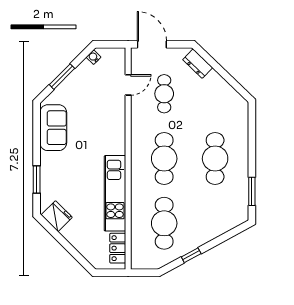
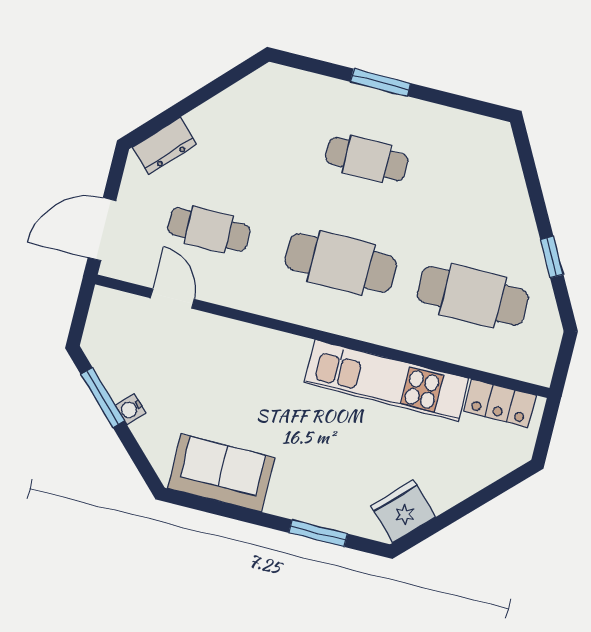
water cooler: (94, 57) -> (130, 409), moved
window: (62, 77) -> (103, 398), moved
cafe table: (215, 159) -> (367, 159), width x0.73, depth x0.74
window: (252, 191) -> (380, 82), moved

